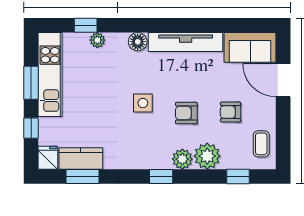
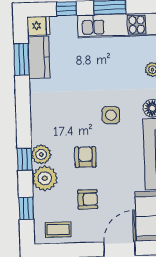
side table: (143, 103) -> (111, 115), moved
armchair: (231, 112) -> (88, 199), turned 90
window: (161, 177) -> (25, 159), moved

